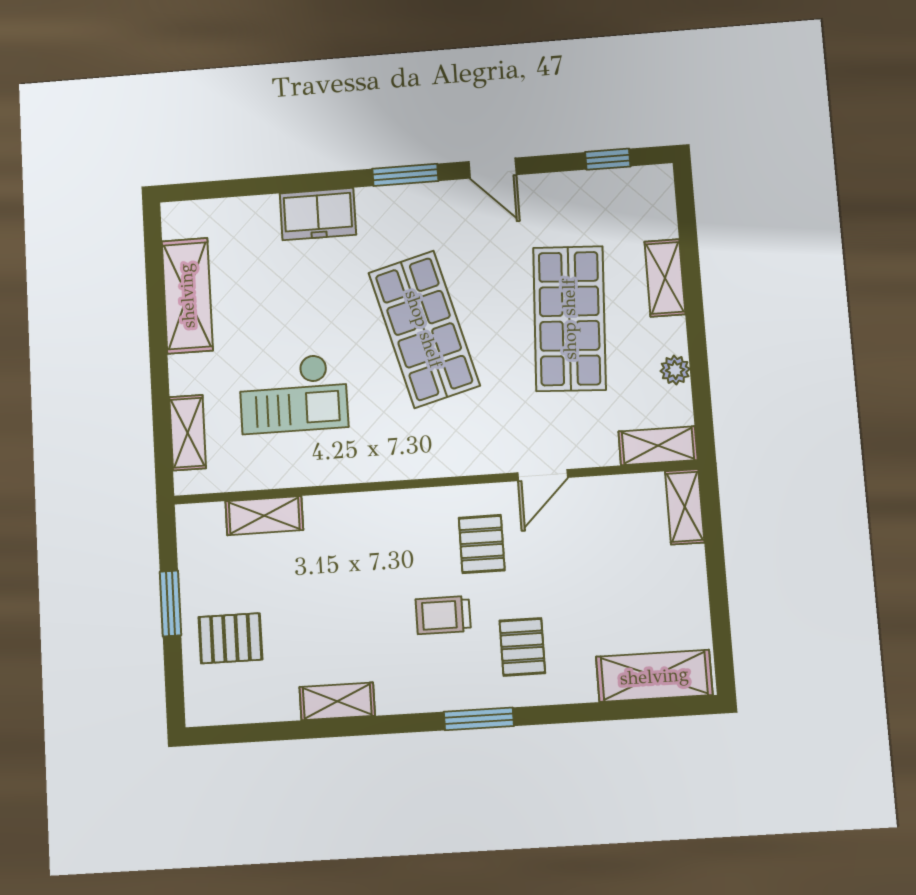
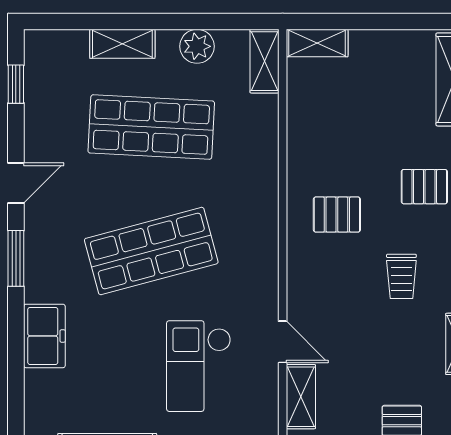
plant: (675, 370) -> (197, 46), width x1.38, depth x1.38
checkout: (293, 394) -> (199, 366), turned 180
door: (543, 475) -> (283, 342), moved
trolley: (443, 615) -> (401, 276), moved

